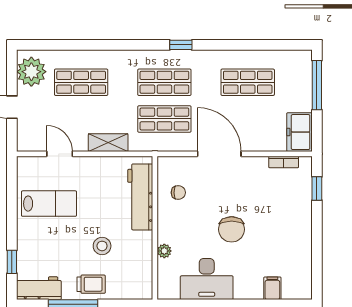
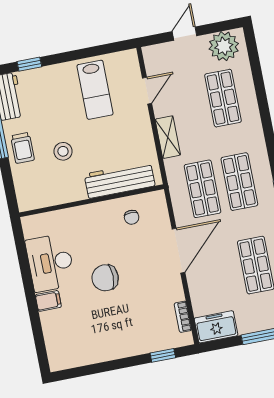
plant: (164, 251) -> (70, 215), removed
filing cabinet: (272, 288) -> (48, 301), moved

